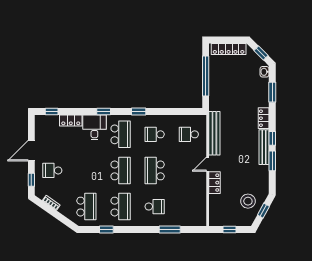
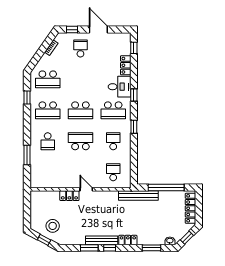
bench: (214, 133) -> (138, 195), moved
window: (229, 229) -> (27, 209), removed

